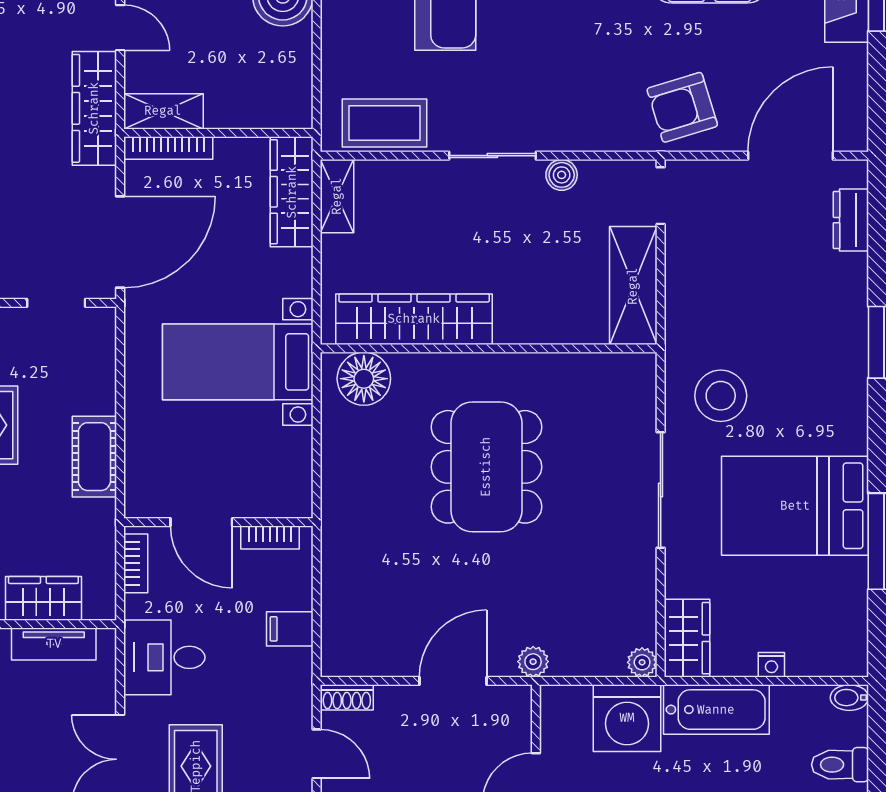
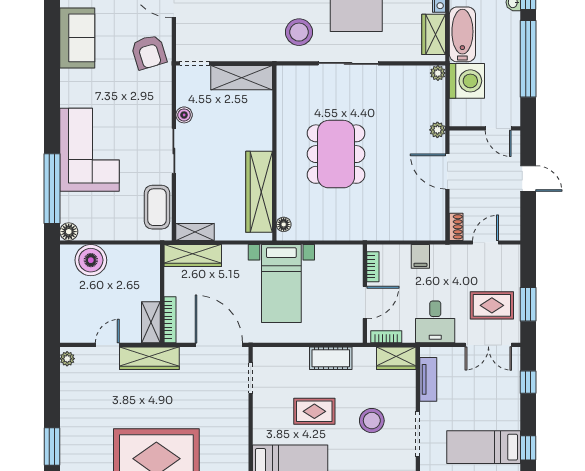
floor lamp: (364, 379) -> (284, 224), width x0.53, depth x0.53
dining table: (486, 467) -> (336, 154), turned 90
wardrobe: (43, 598) -> (396, 358), moved, turned -90
wardrobe: (687, 638) -> (434, 34), moved, turned -90

